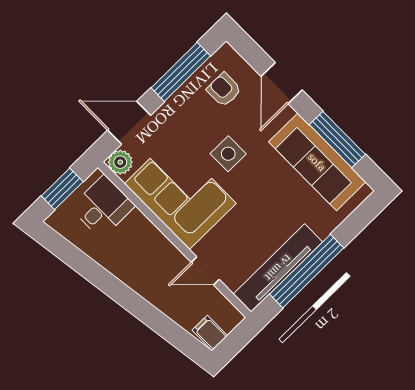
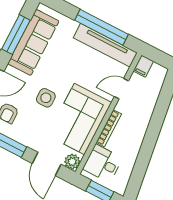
bookcase: (152, 233) -> (109, 128), added
door: (205, 271) -> (121, 89), swing flipped
filing cabinet: (210, 333) -> (143, 66), moved

